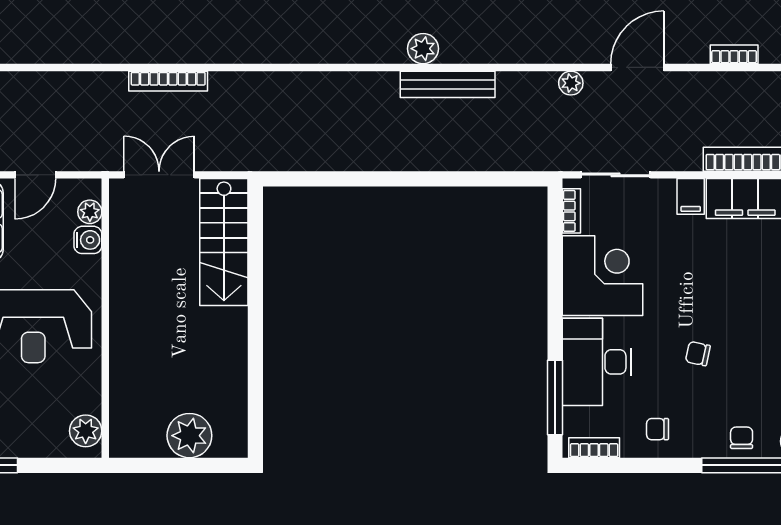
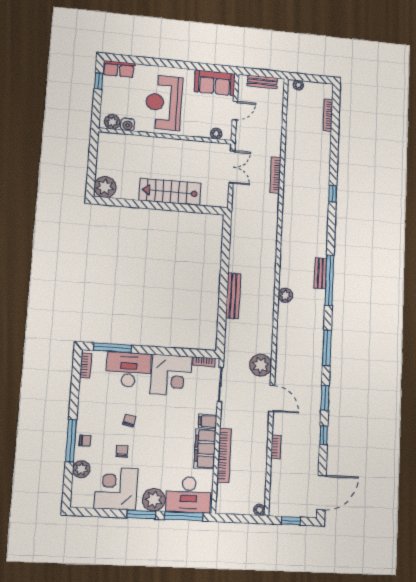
plant: (571, 83) -> (261, 365), width x1.87, depth x1.87
bench: (448, 84) -> (233, 296), moved
door: (35, 175) -> (235, 110), swing flipped
water cooler: (88, 240) -> (128, 124), moved
stairs: (224, 242) -> (170, 192), moved
chair: (658, 429) -> (122, 451), moved
plant: (189, 436) -> (105, 187), moved

